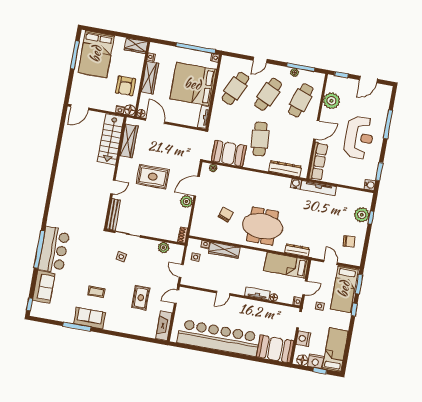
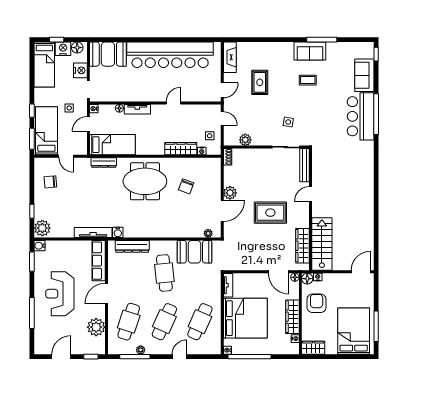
plant: (362, 215) -> (42, 228), moved

